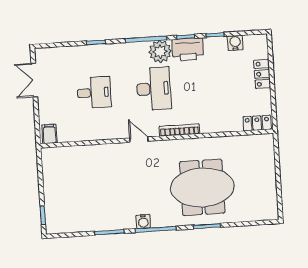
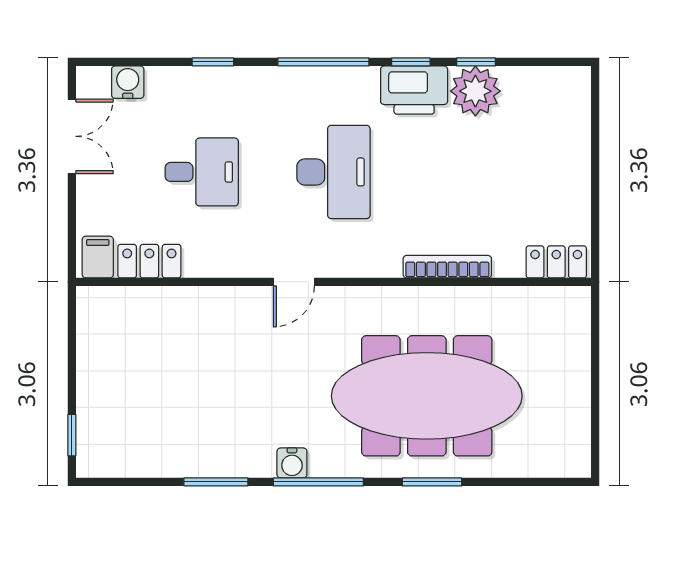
water cooler: (235, 43) -> (128, 82), moved
plant: (160, 52) -> (475, 91), moved
locker: (262, 74) -> (149, 261), moved, turned 90
double door: (34, 80) -> (72, 136), swing flipped
bookcase: (179, 130) -> (447, 267), moved
door: (139, 140) -> (294, 282), swing flipped
meeting table: (202, 187) -> (427, 396), width x1.36

